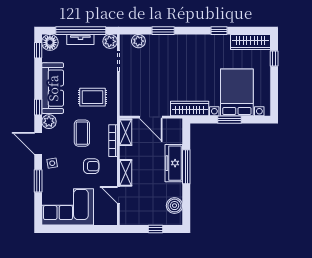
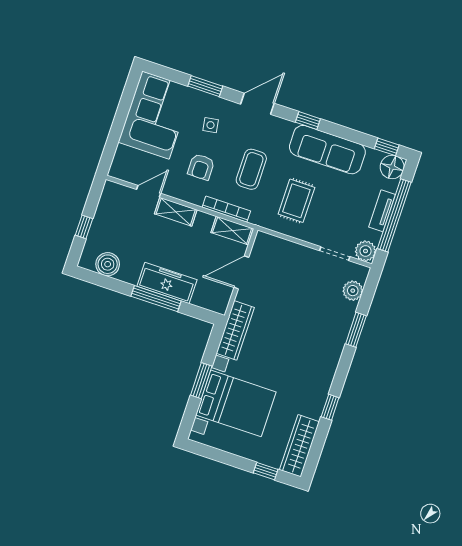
plant: (49, 122) -> (283, 129), removed
coffee table: (82, 133) -> (251, 169), turned 90
side table: (52, 163) -> (211, 125), moved

